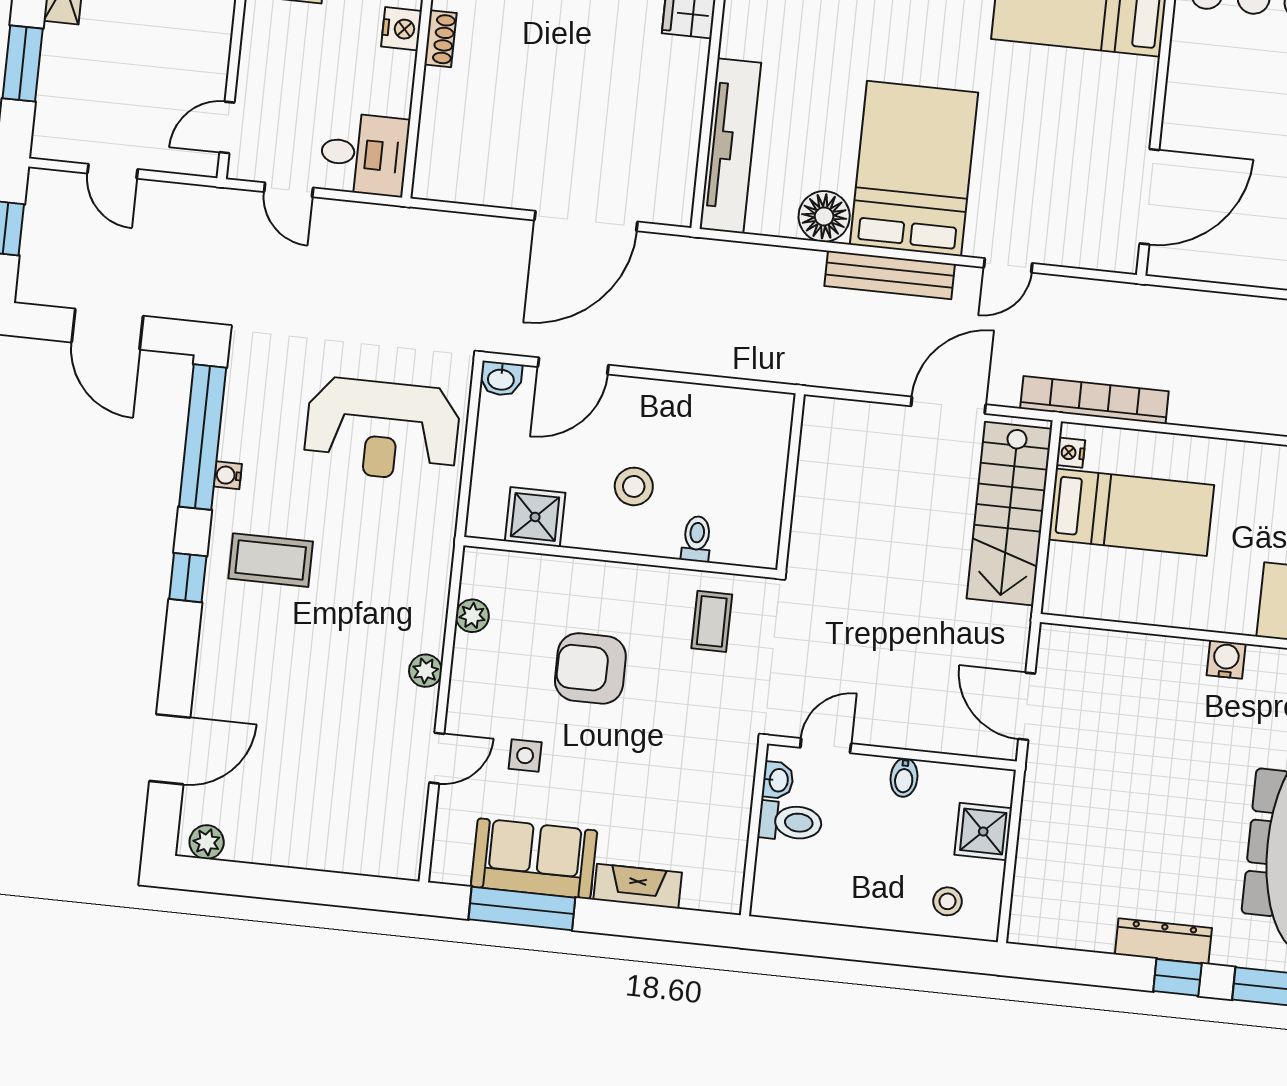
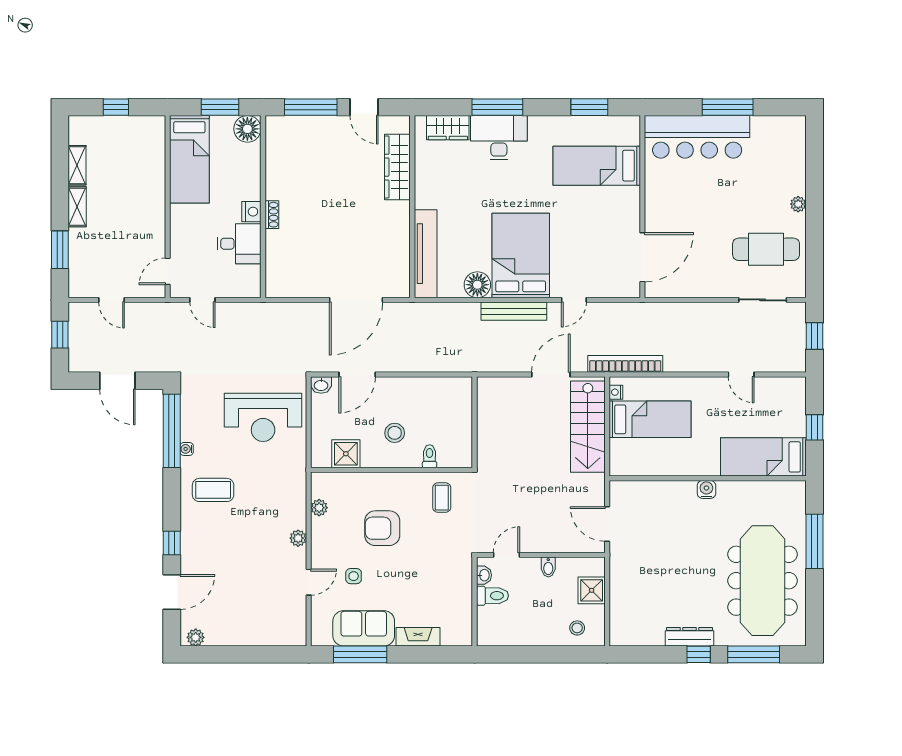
desk: (364, 154) -> (239, 244), moved
window: (188, 578) -> (172, 543), moved

